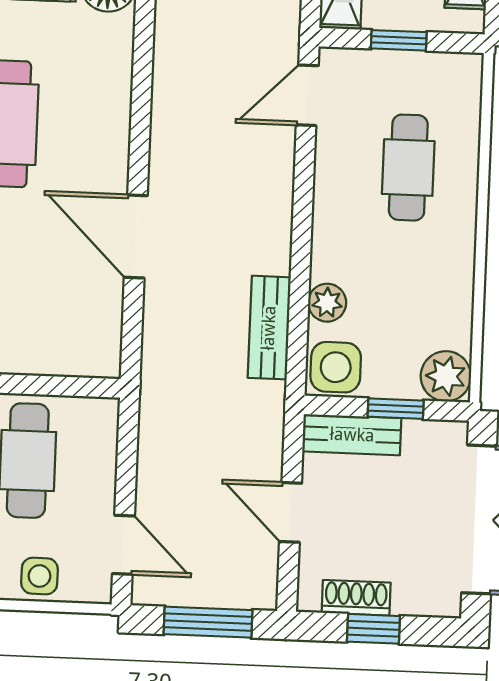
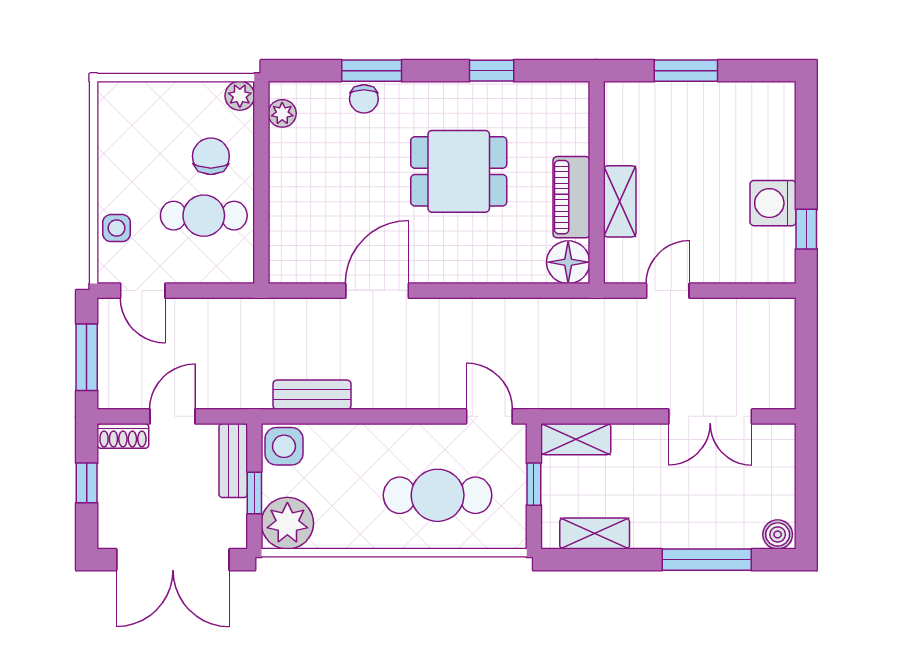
cafe table: (408, 168) -> (438, 495), width x1.37, depth x1.35
plant: (327, 303) -> (333, 438), removed
plant: (446, 376) -> (287, 523), width x1.36, depth x1.36
door: (123, 545) -> (143, 291), hinge flipped
shoe rack: (356, 598) -> (123, 436), moved, turned 90

